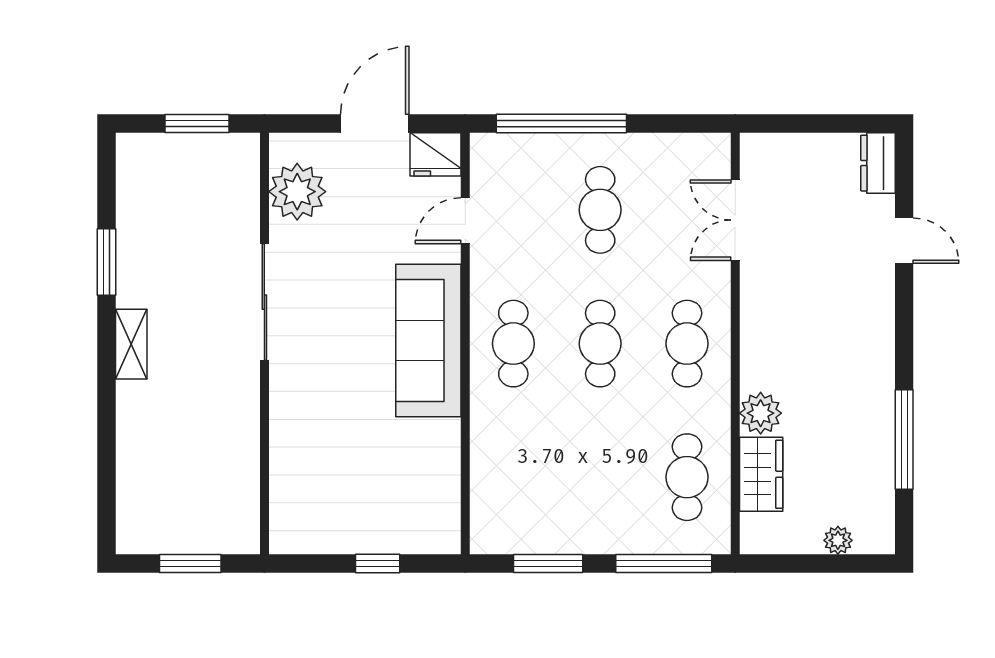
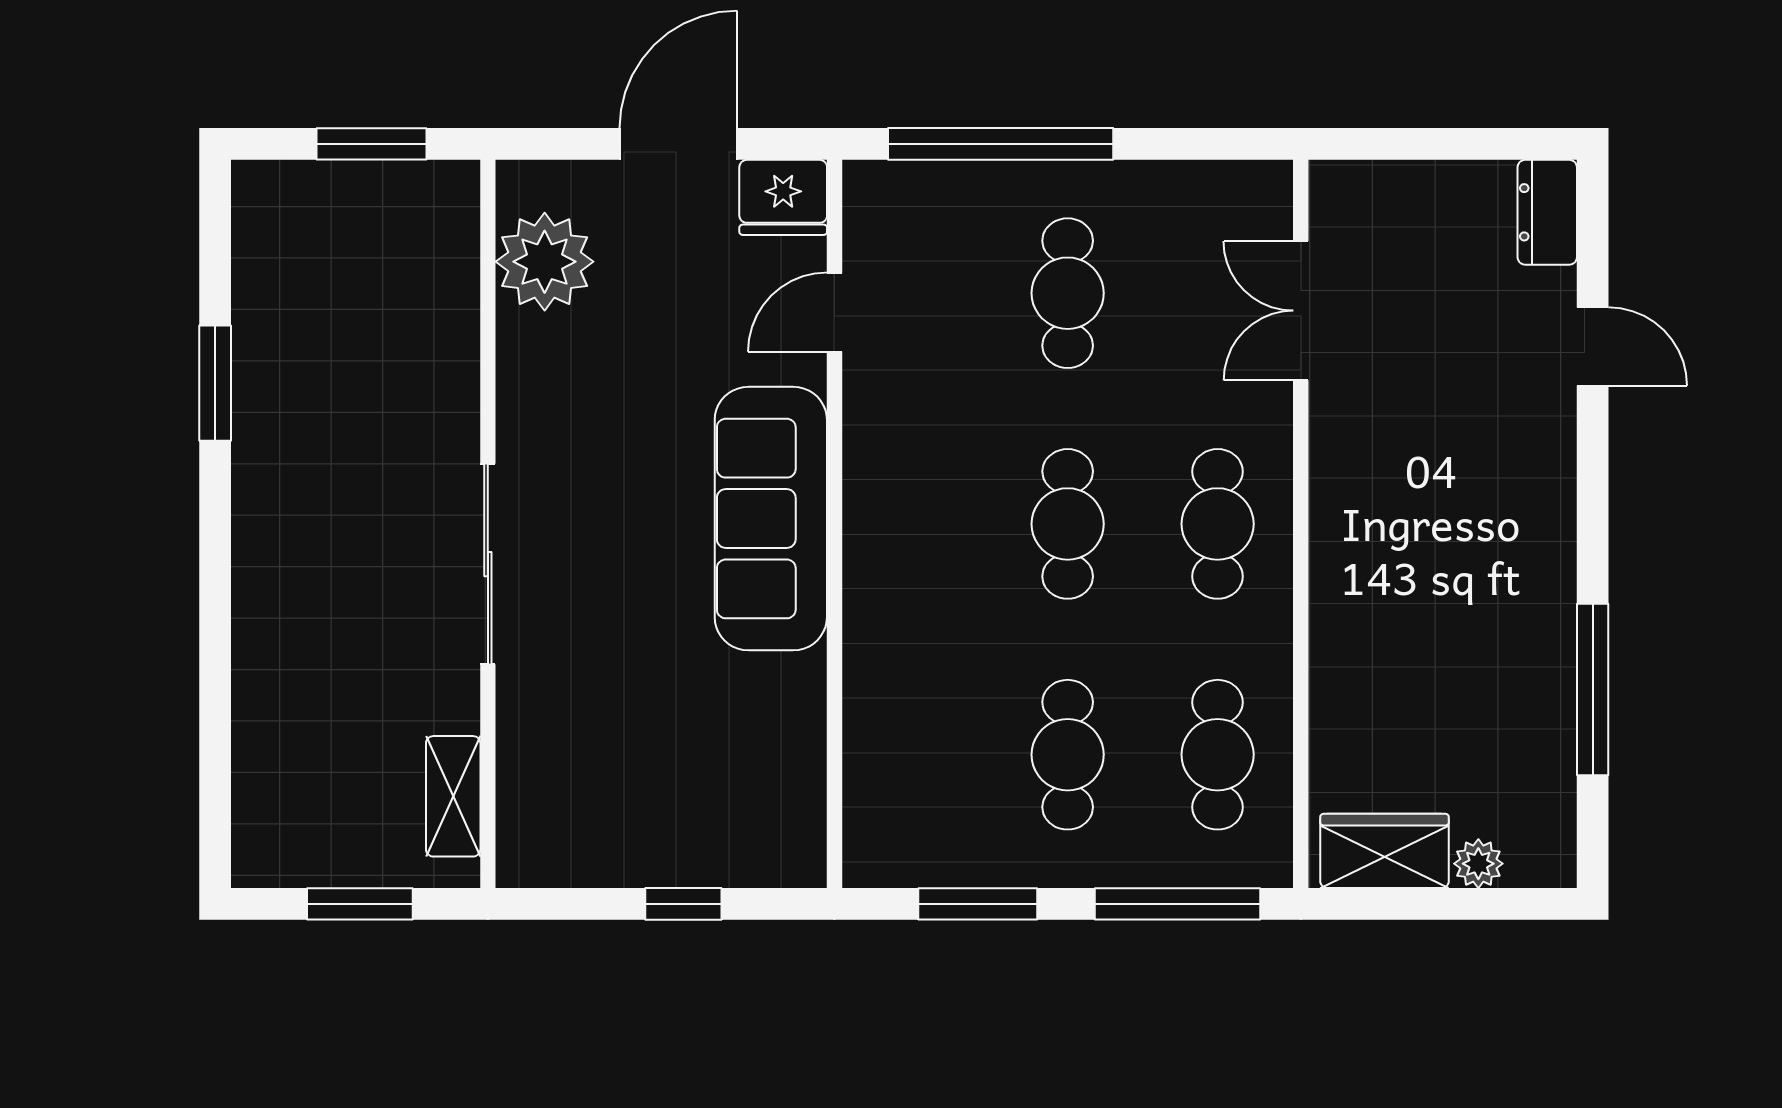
sliding door: (264, 302) -> (488, 564), moved
shelving: (131, 344) -> (453, 796), moved
cafe table: (513, 344) -> (1068, 755), moved
plant: (761, 413) -> (1345, 644), removed
wardrobe: (761, 474) -> (1384, 851), moved, turned -90

